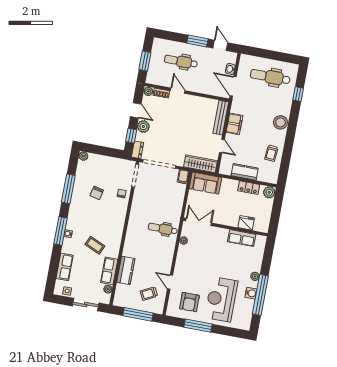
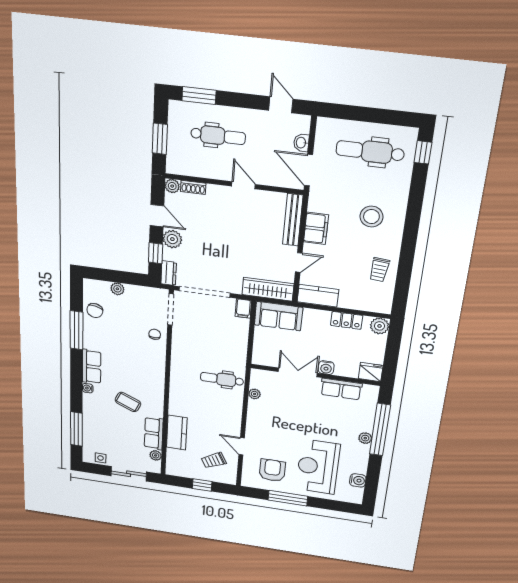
window: (197, 41) -> (199, 96), moved
dental chair: (181, 61) -> (218, 136), turned 180
door: (178, 91) -> (243, 185), moved
window: (298, 94) -> (423, 152), moved
stool: (280, 122) -> (371, 217), moved
door: (222, 146) -> (299, 262), hinge flipped
plant: (83, 156) -> (117, 289), moved
kitchen counter: (245, 172) -> (318, 296), moved
chair: (97, 193) -> (95, 311), moved
double door: (199, 222) -> (298, 372), moved
water cooler: (233, 222) -> (326, 368), added
fridge: (246, 223) -> (371, 372), moved
window: (60, 231) -> (76, 429), moved
row of seats: (65, 267) -> (92, 367), moved
water cooler: (251, 293) -> (358, 480), moved
window: (260, 295) -> (380, 430), moved
armchair: (189, 302) -> (272, 470), turned 180
window: (138, 314) -> (202, 485), width x0.46

